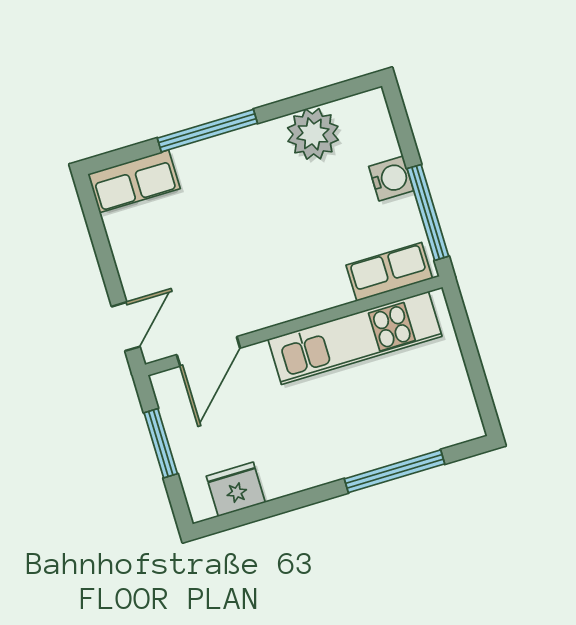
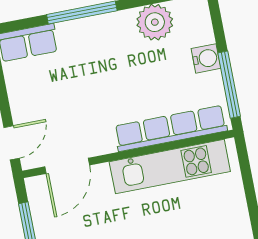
row of seats: (389, 272) -> (171, 128), width x2.02

